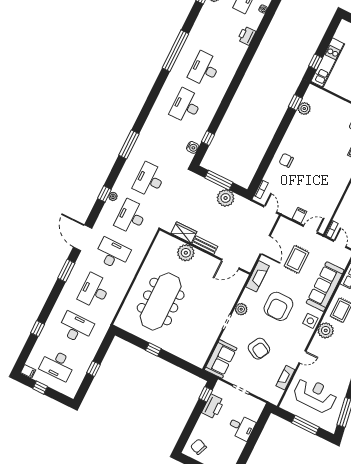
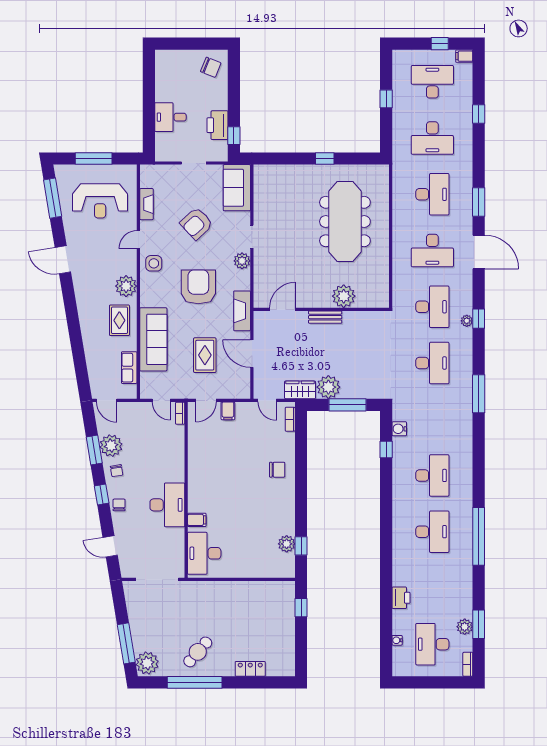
kitchen unit: (328, 63) -> (286, 614), removed
wardrobe: (184, 233) -> (300, 390), moved, turned 180
side table: (310, 321) -> (154, 263), moved
armchair: (259, 349) -> (196, 224), turned -71

